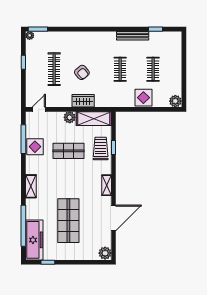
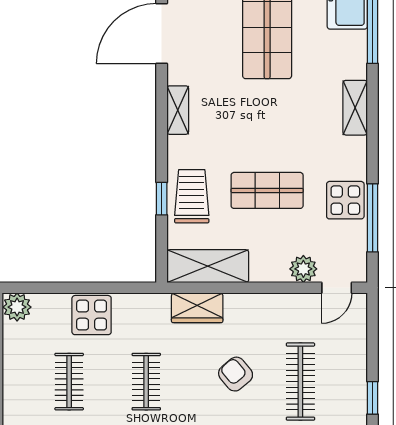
wardrobe: (83, 101) -> (197, 308), moved
plant: (70, 117) -> (303, 269), moved
trolley: (101, 148) -> (192, 196), turned 180

